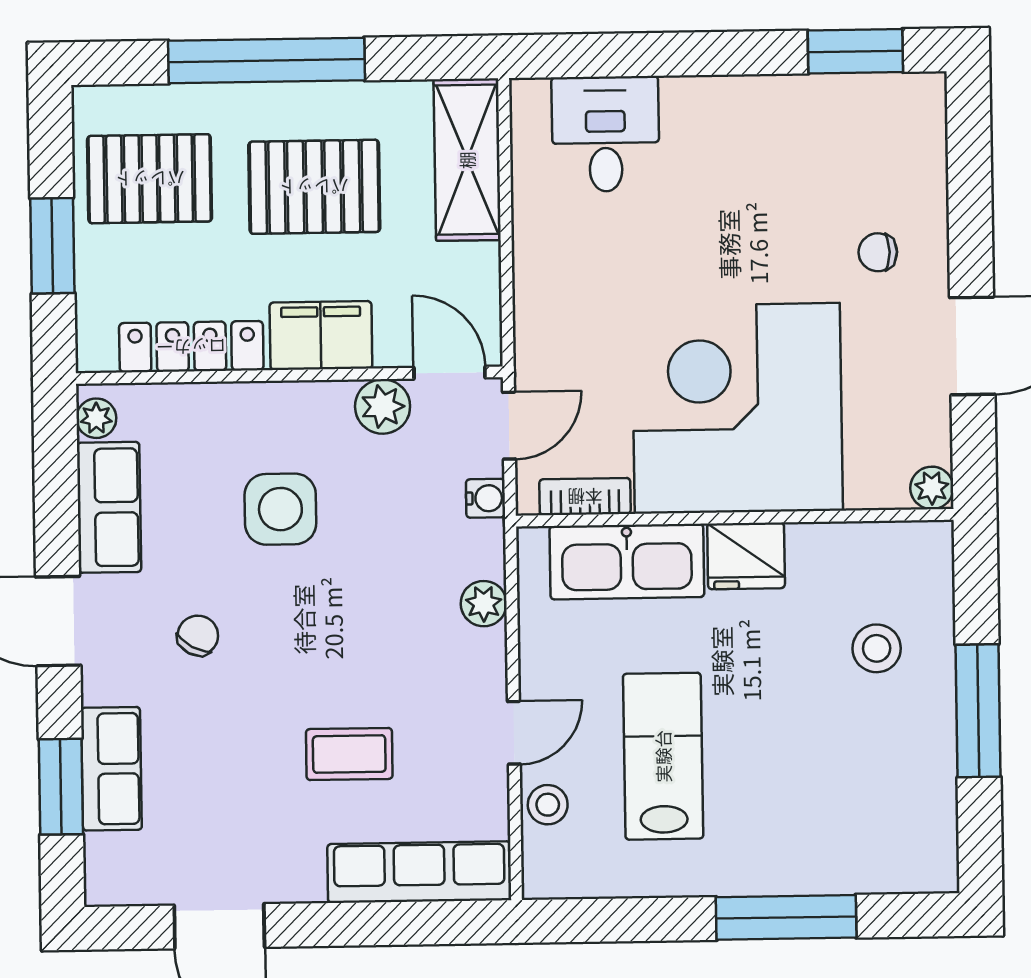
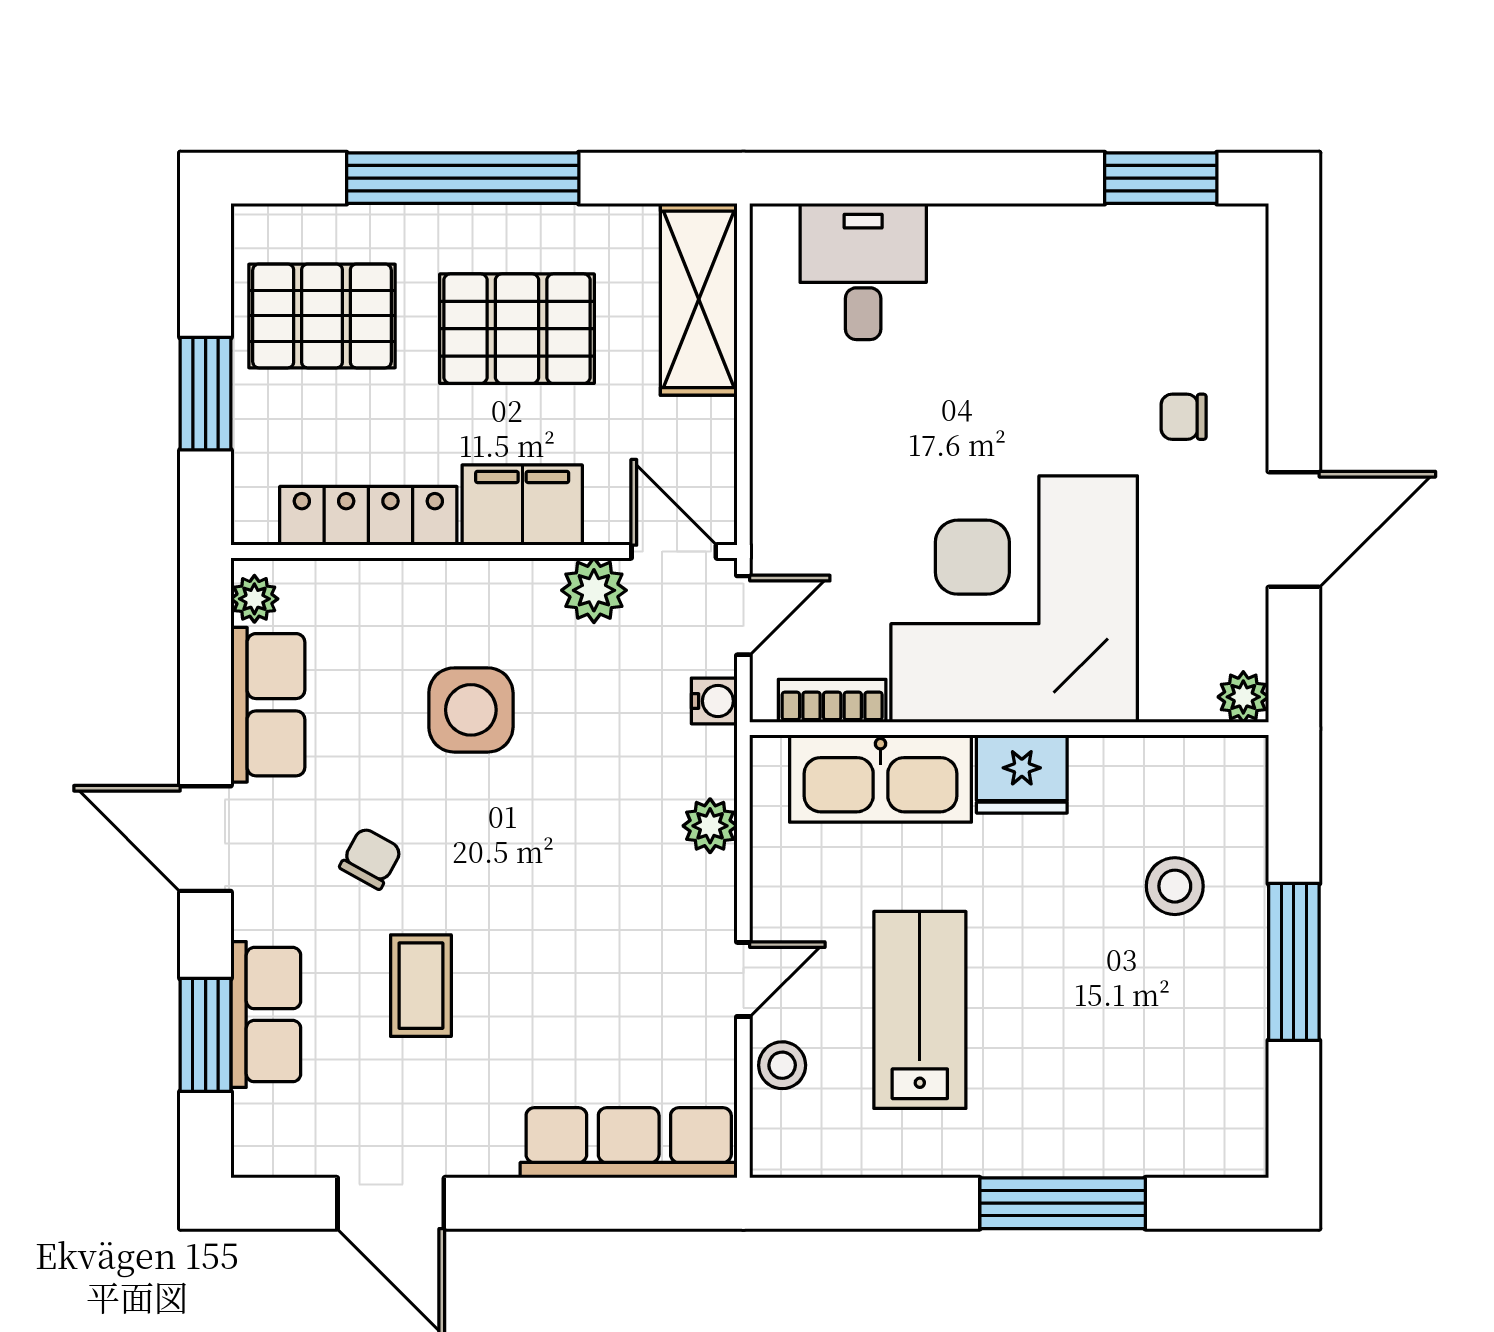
coffee table: (349, 754) -> (421, 986), moved, turned 90

